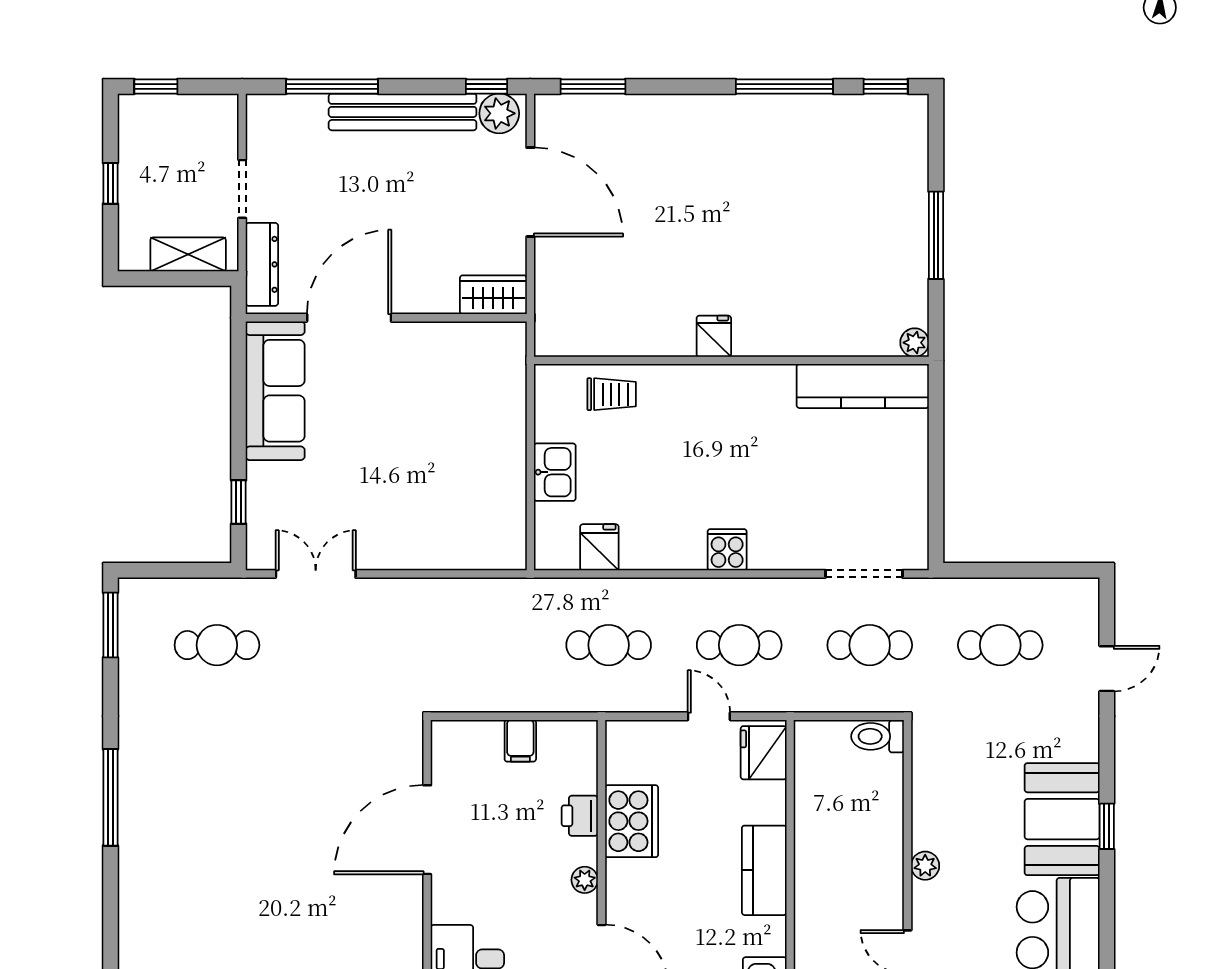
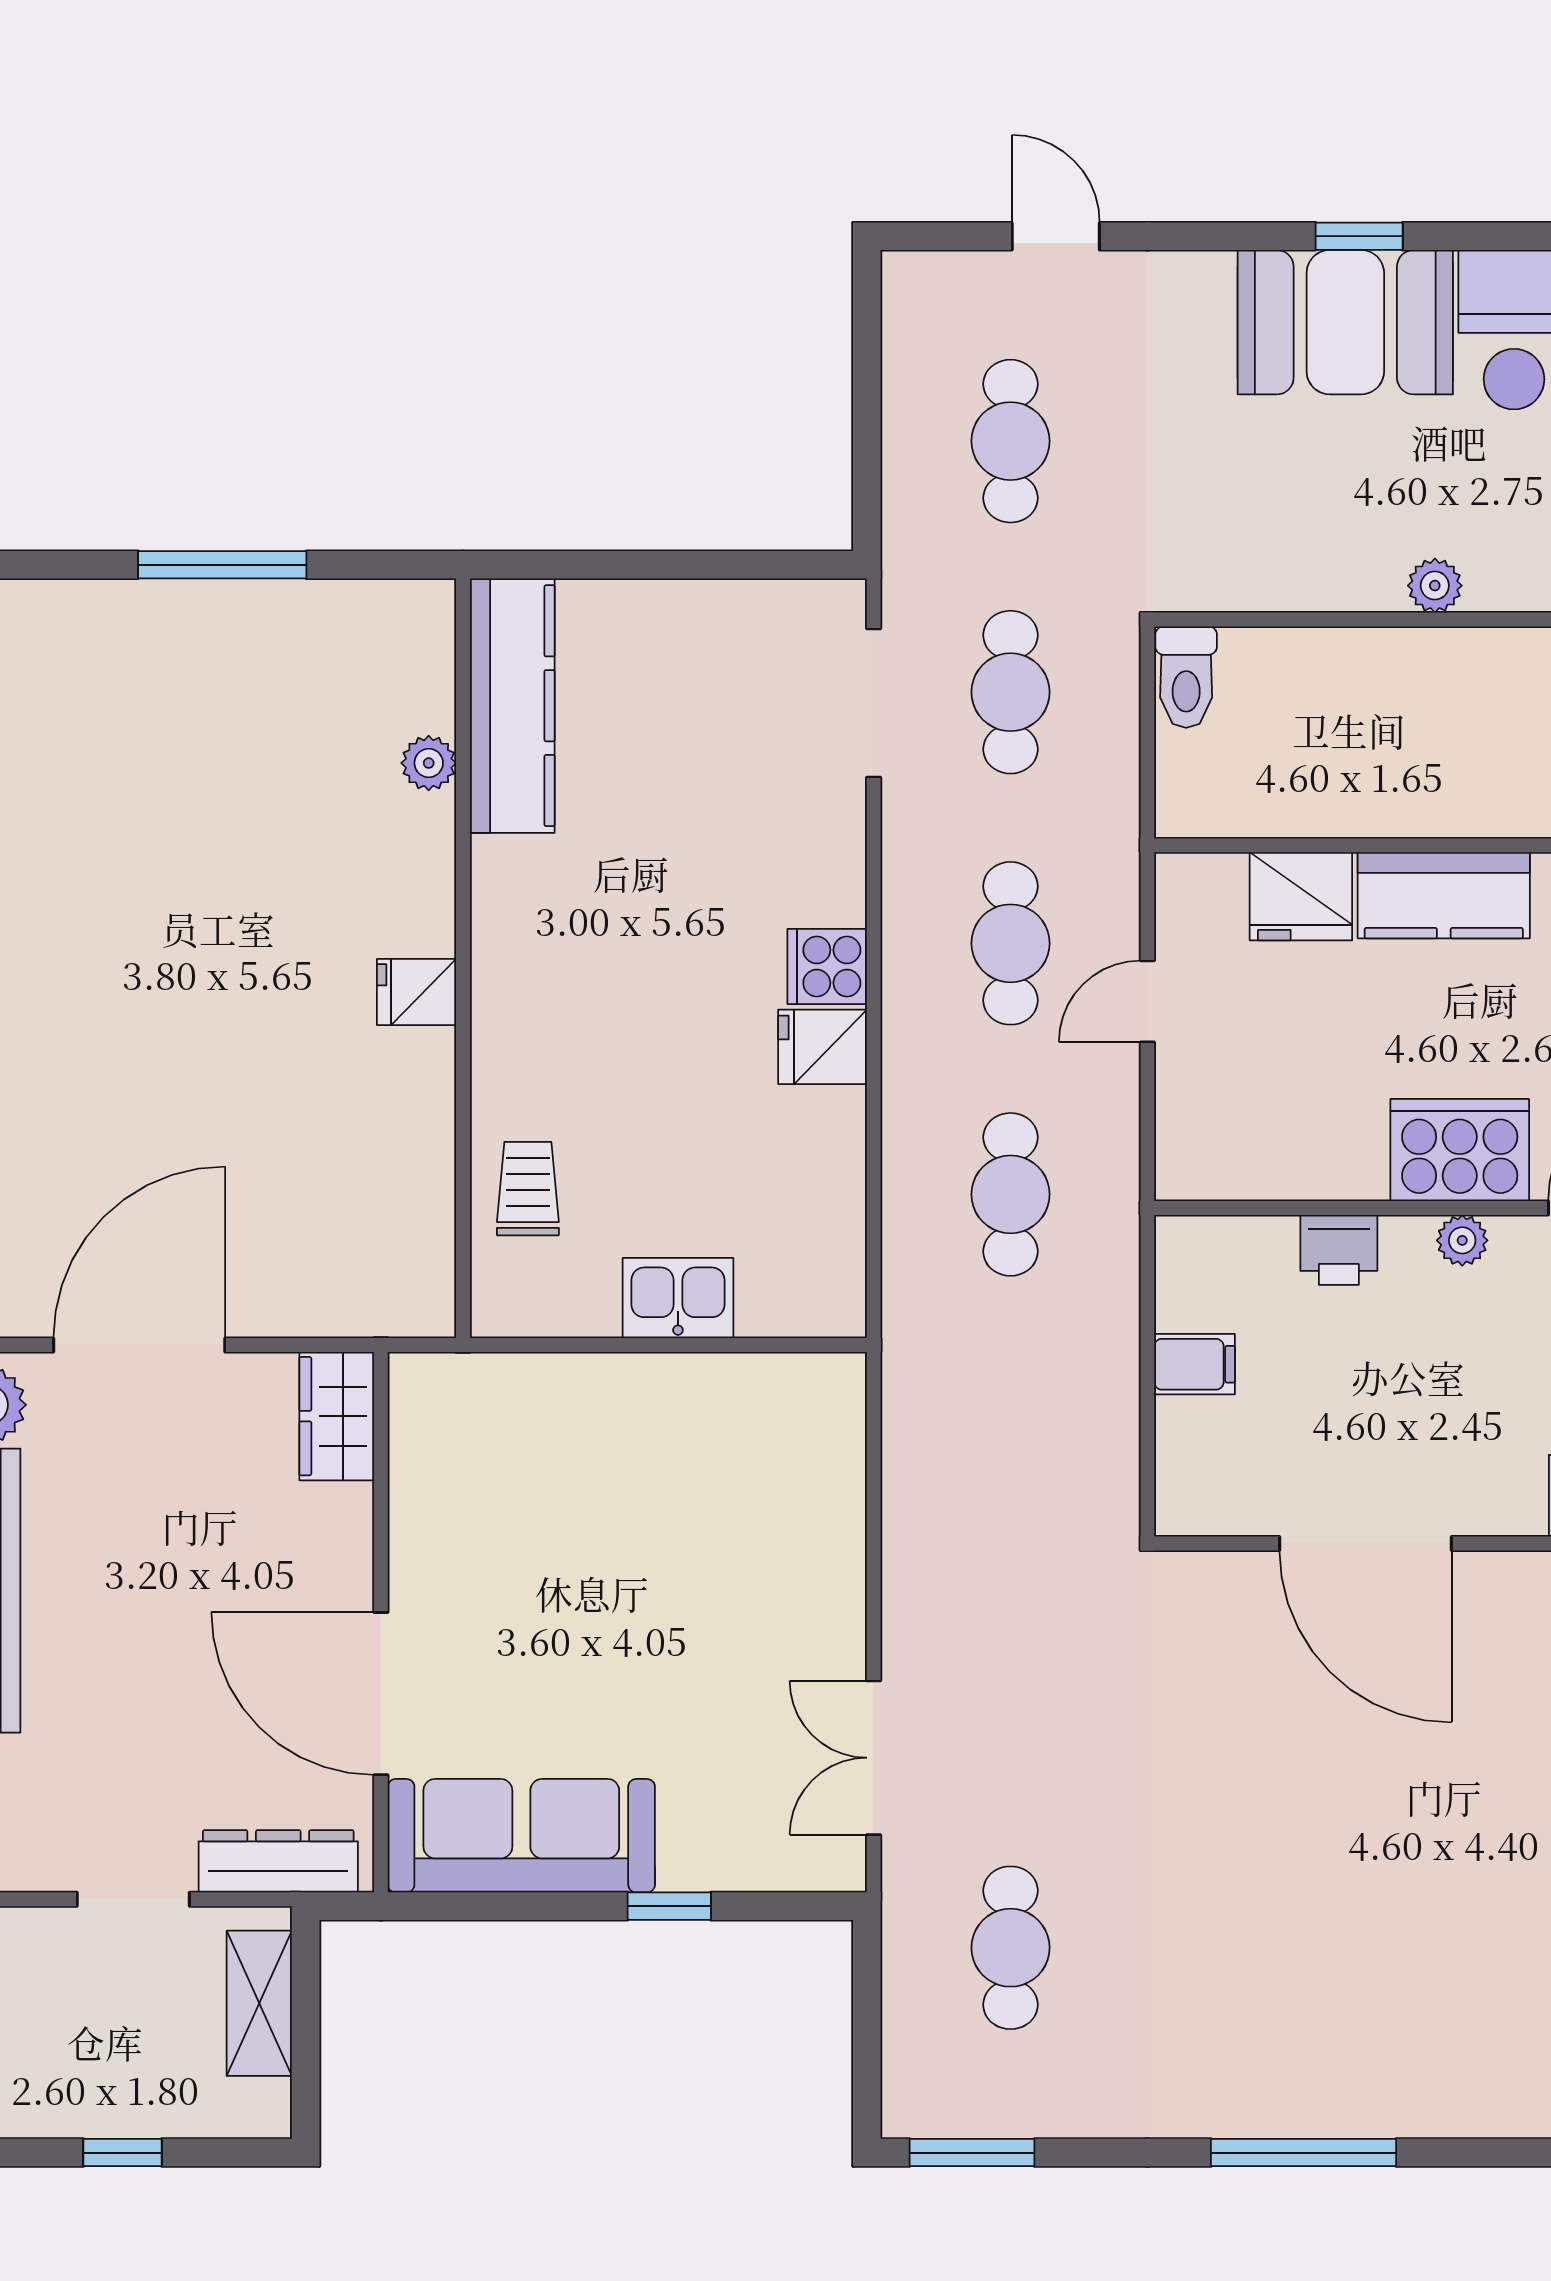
plant: (915, 343) -> (429, 763), moved
window: (239, 502) -> (669, 1906), moved
fridge: (599, 547) -> (822, 1047), moved
fridge: (764, 753) -> (1301, 896), moved
cooker: (632, 821) -> (1460, 1150), moved

